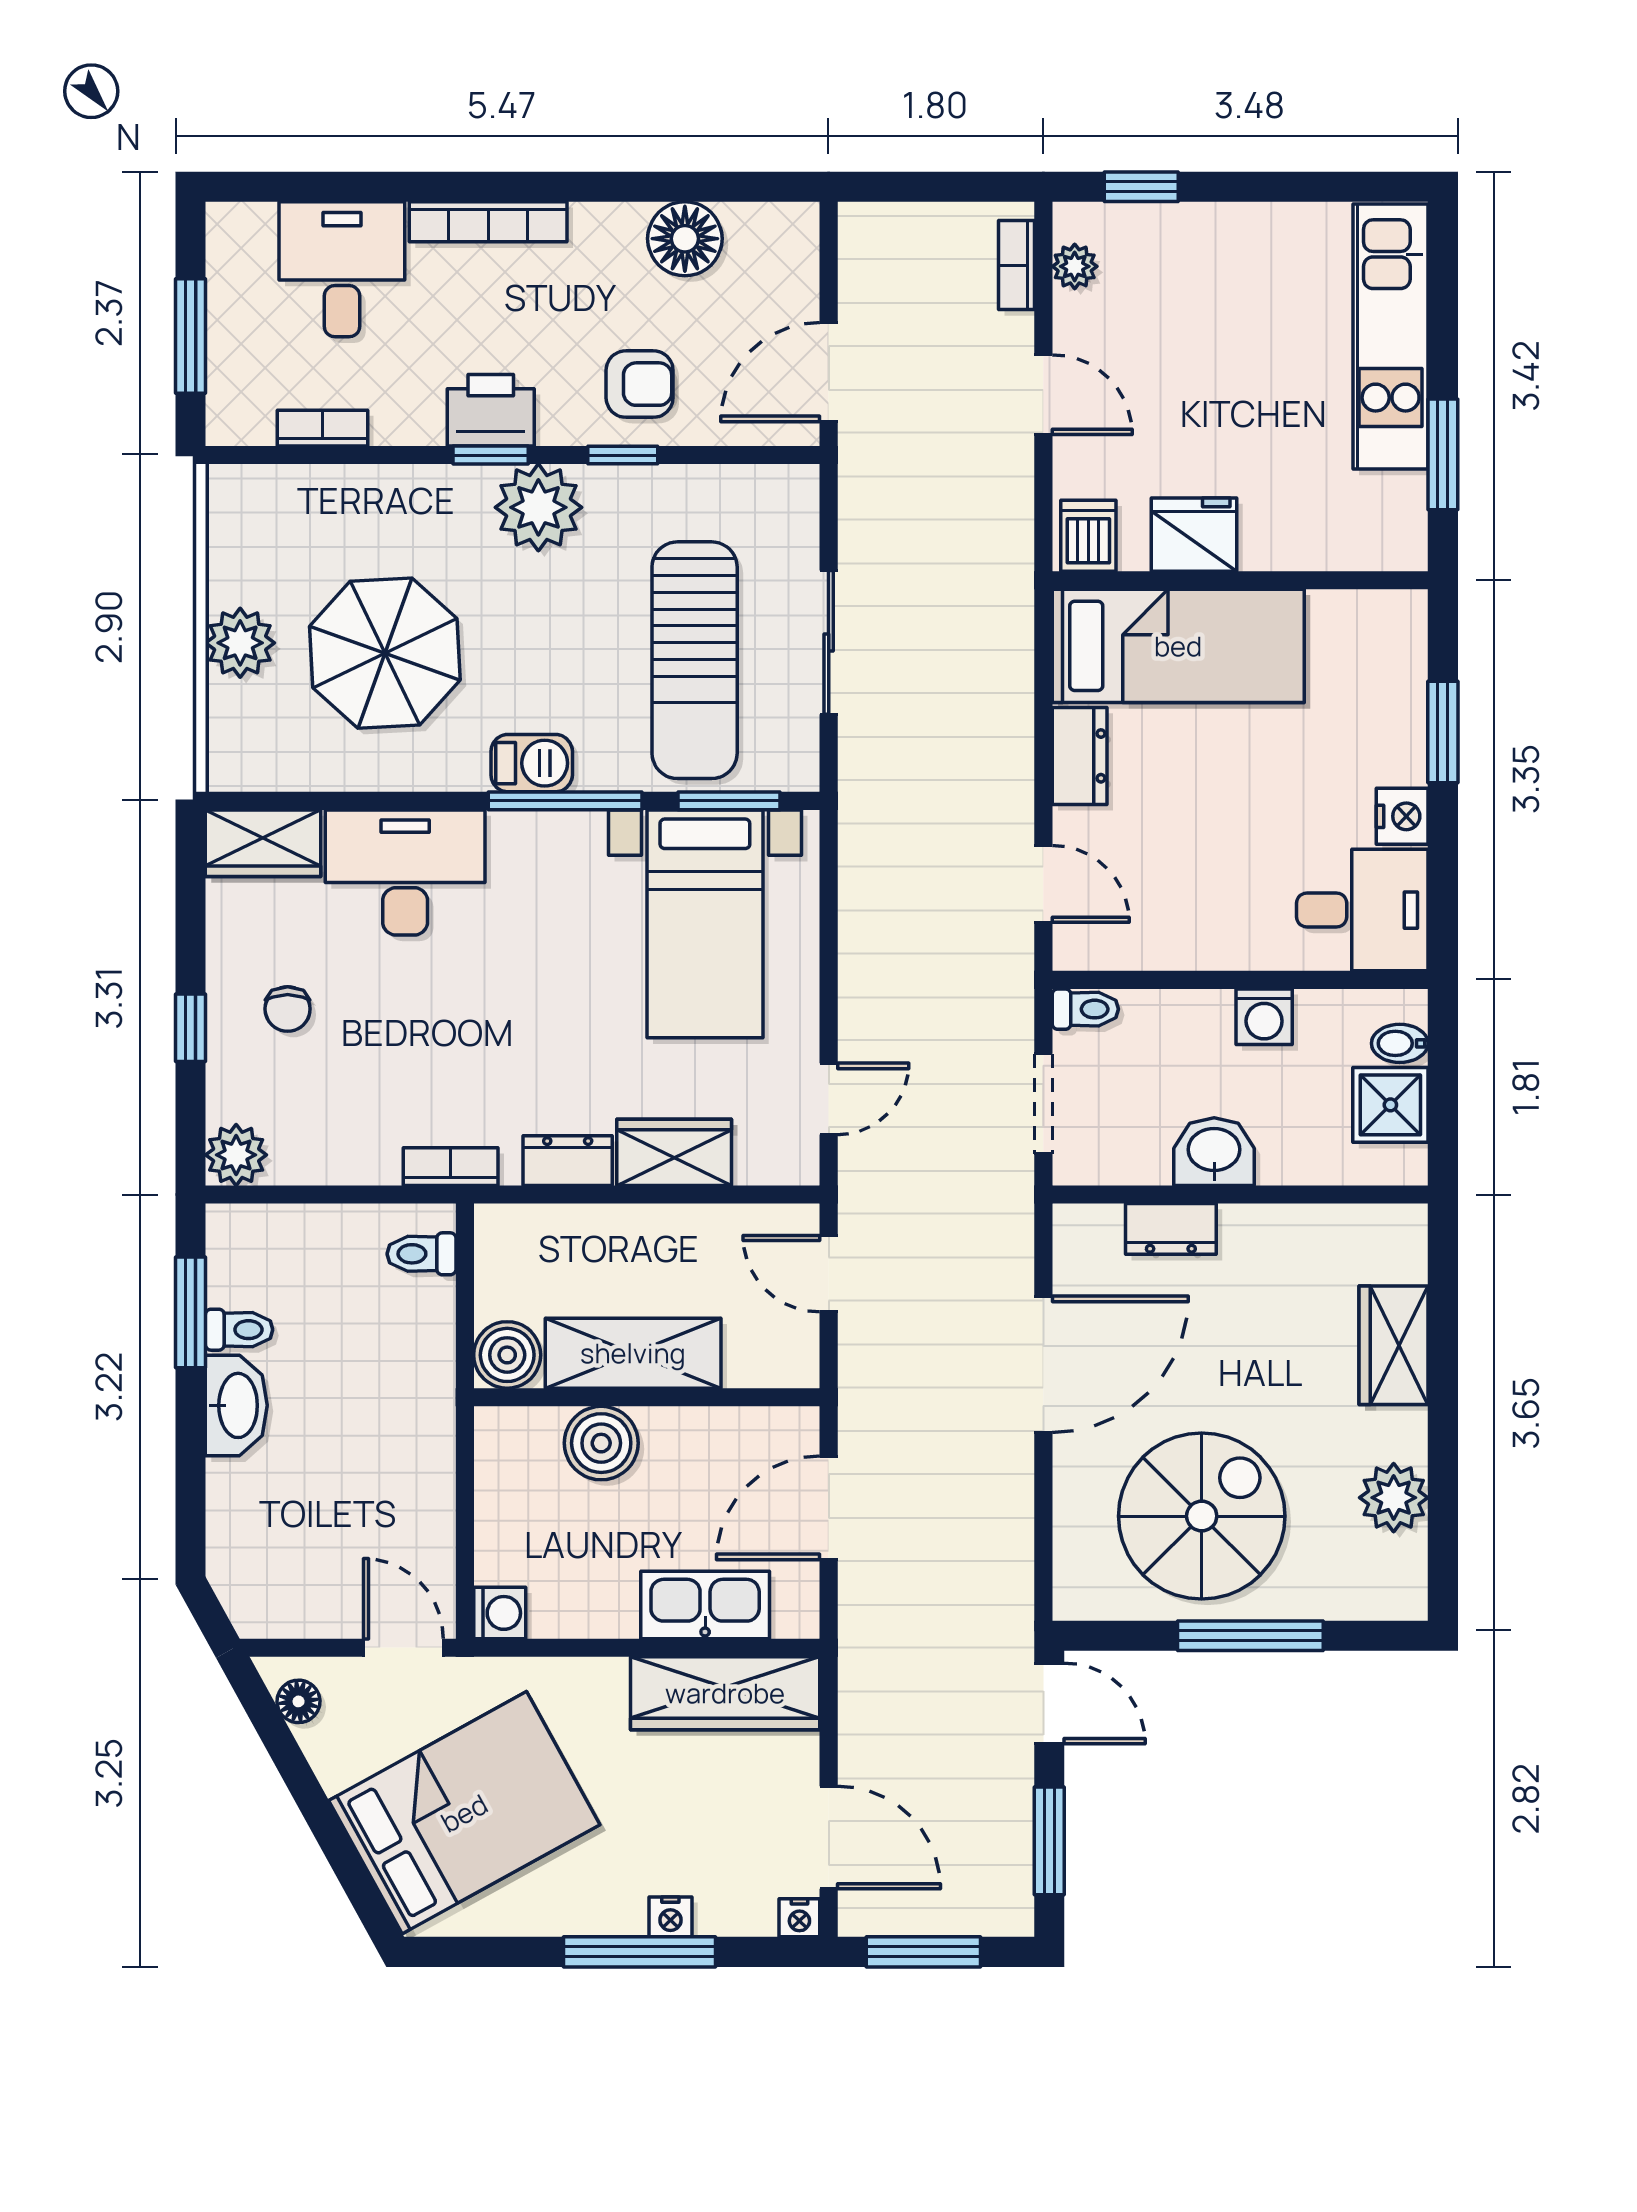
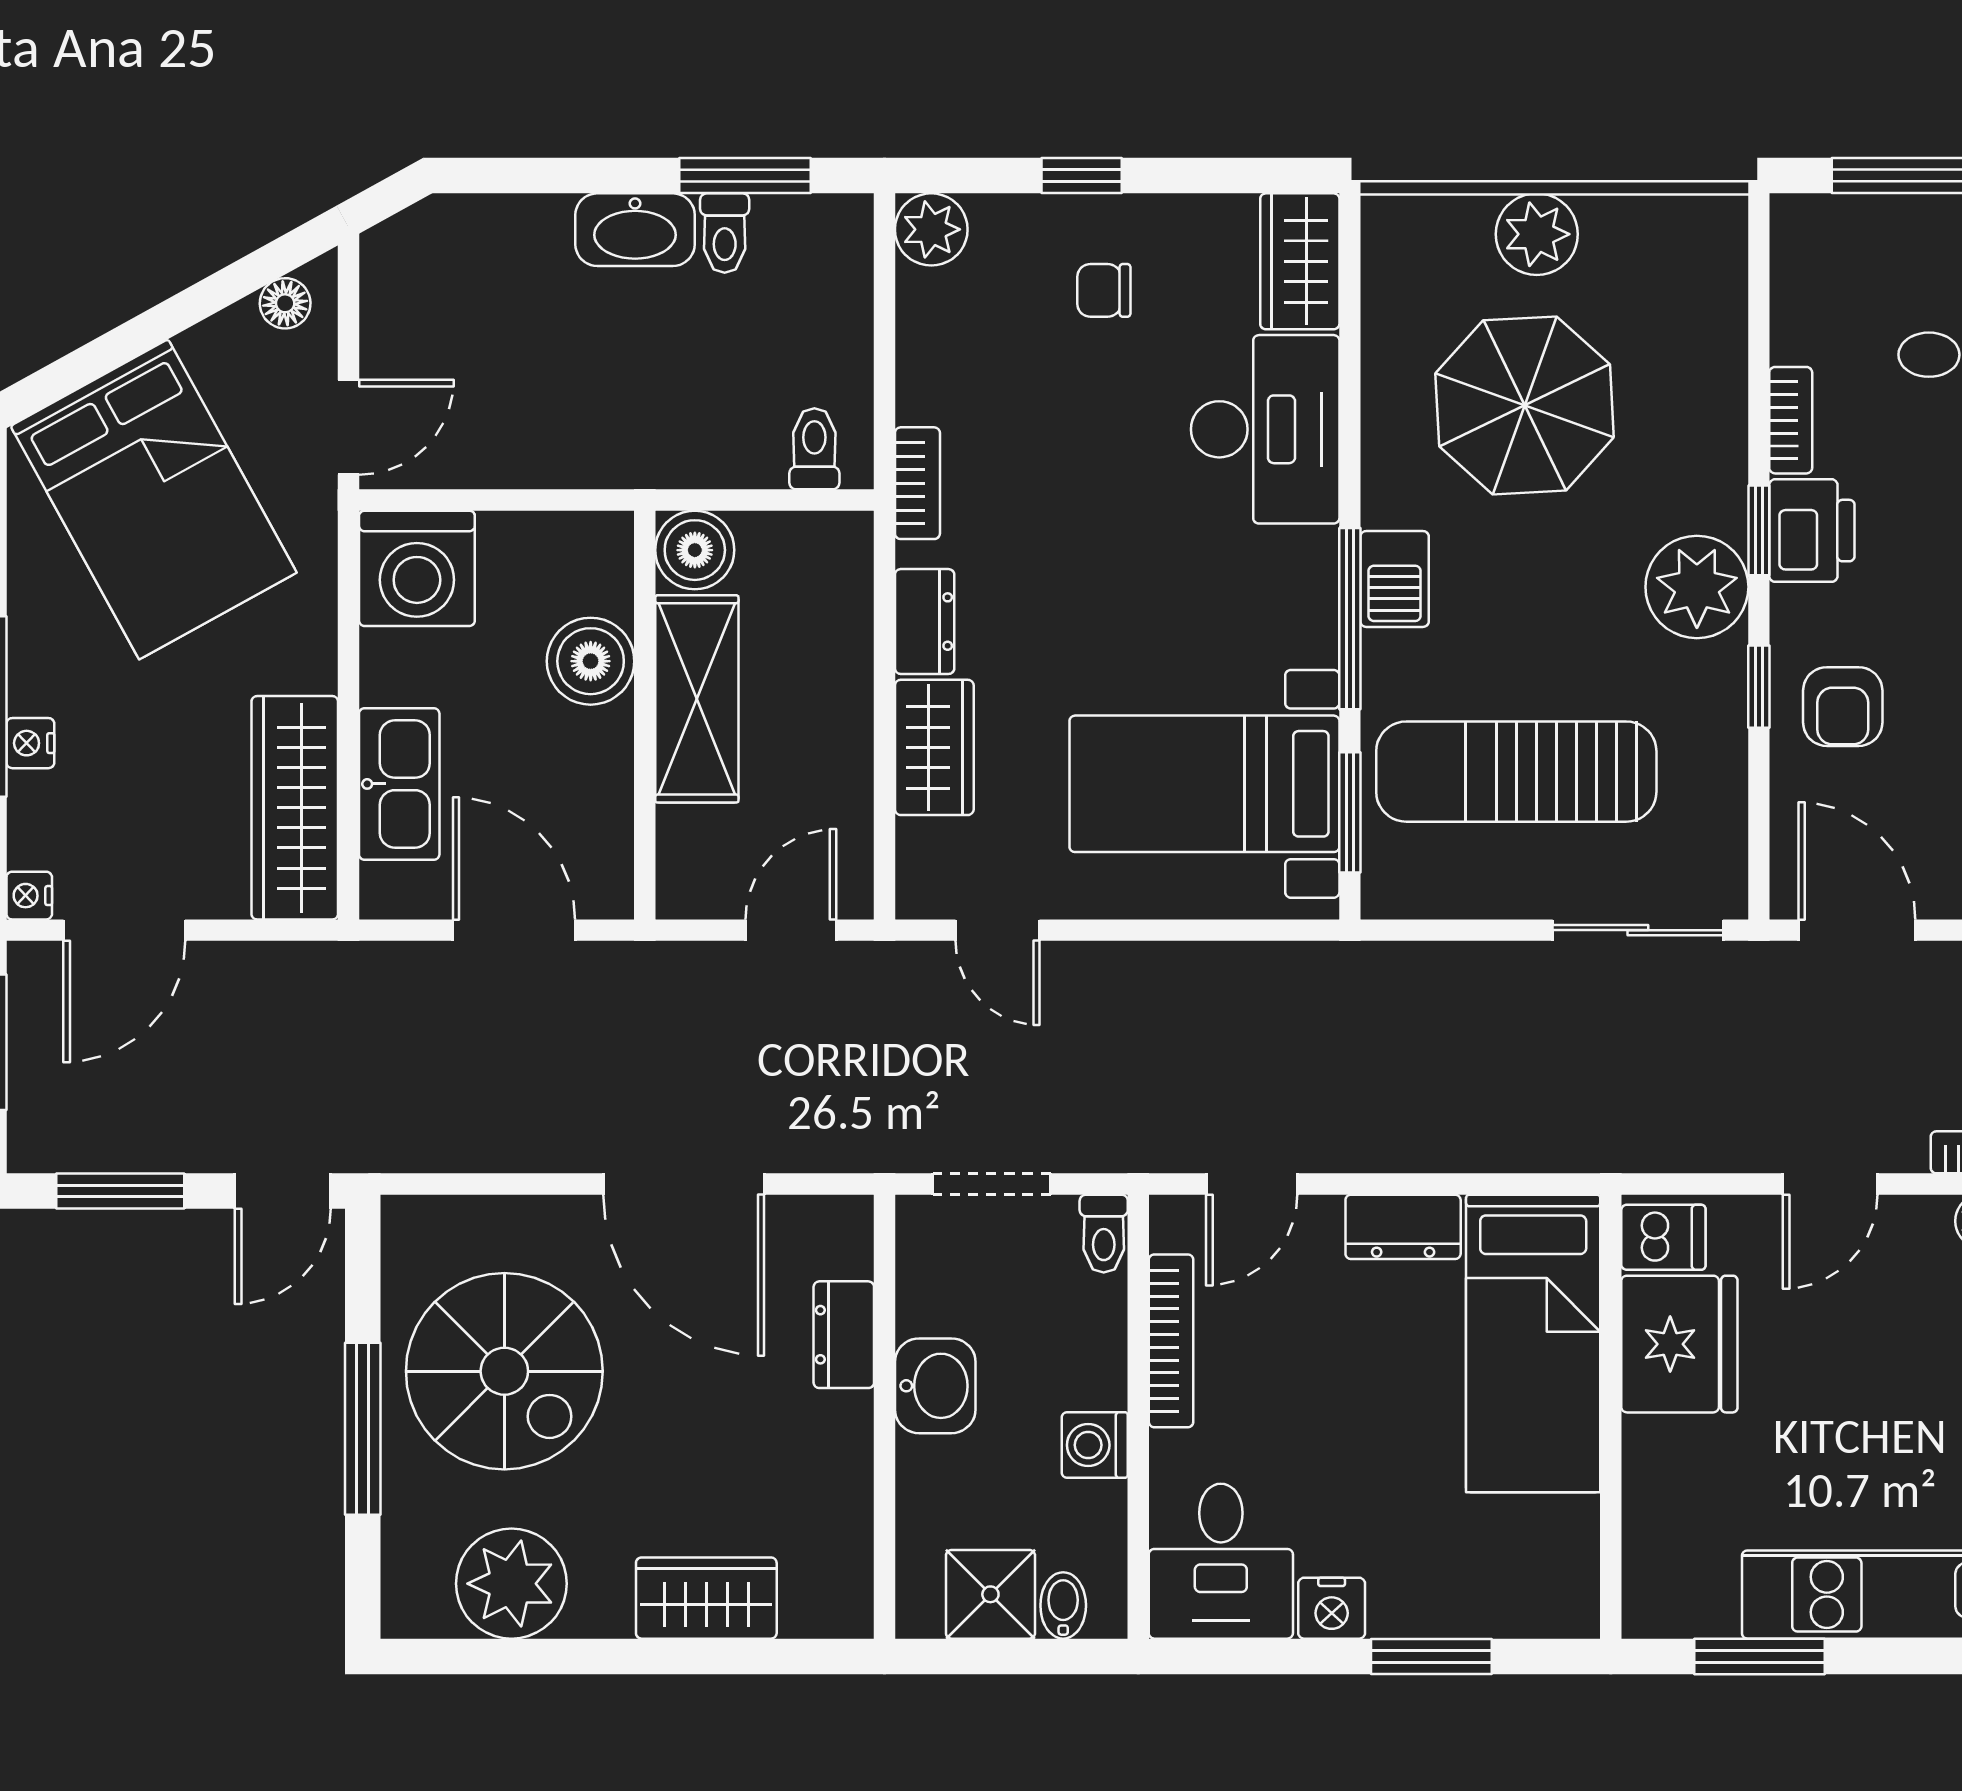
bookcase: (322, 428) -> (1791, 420), moved
fridge: (1194, 535) -> (1679, 1344), width x1.36, depth x1.34
sliding door: (829, 642) -> (1638, 930), moved
bookcase: (1176, 952) -> (1171, 1341), added
plant: (1394, 1498) -> (511, 1584), width x1.36, depth x1.36
washing machine: (500, 1613) -> (417, 568), width x1.89, depth x1.89

